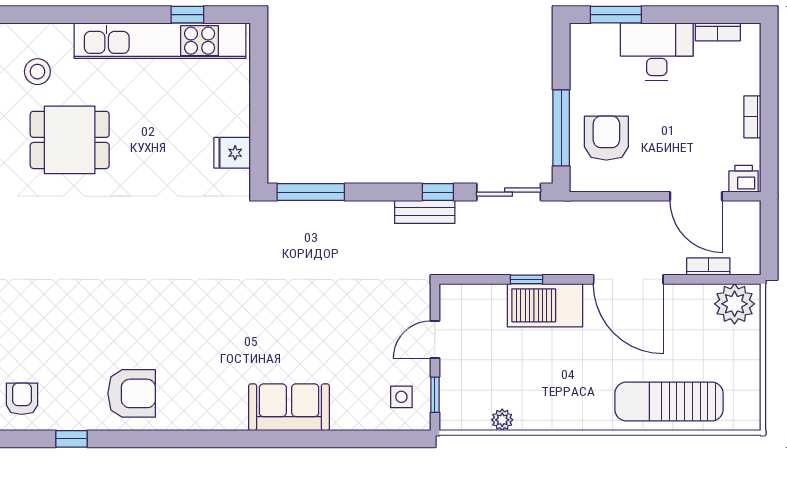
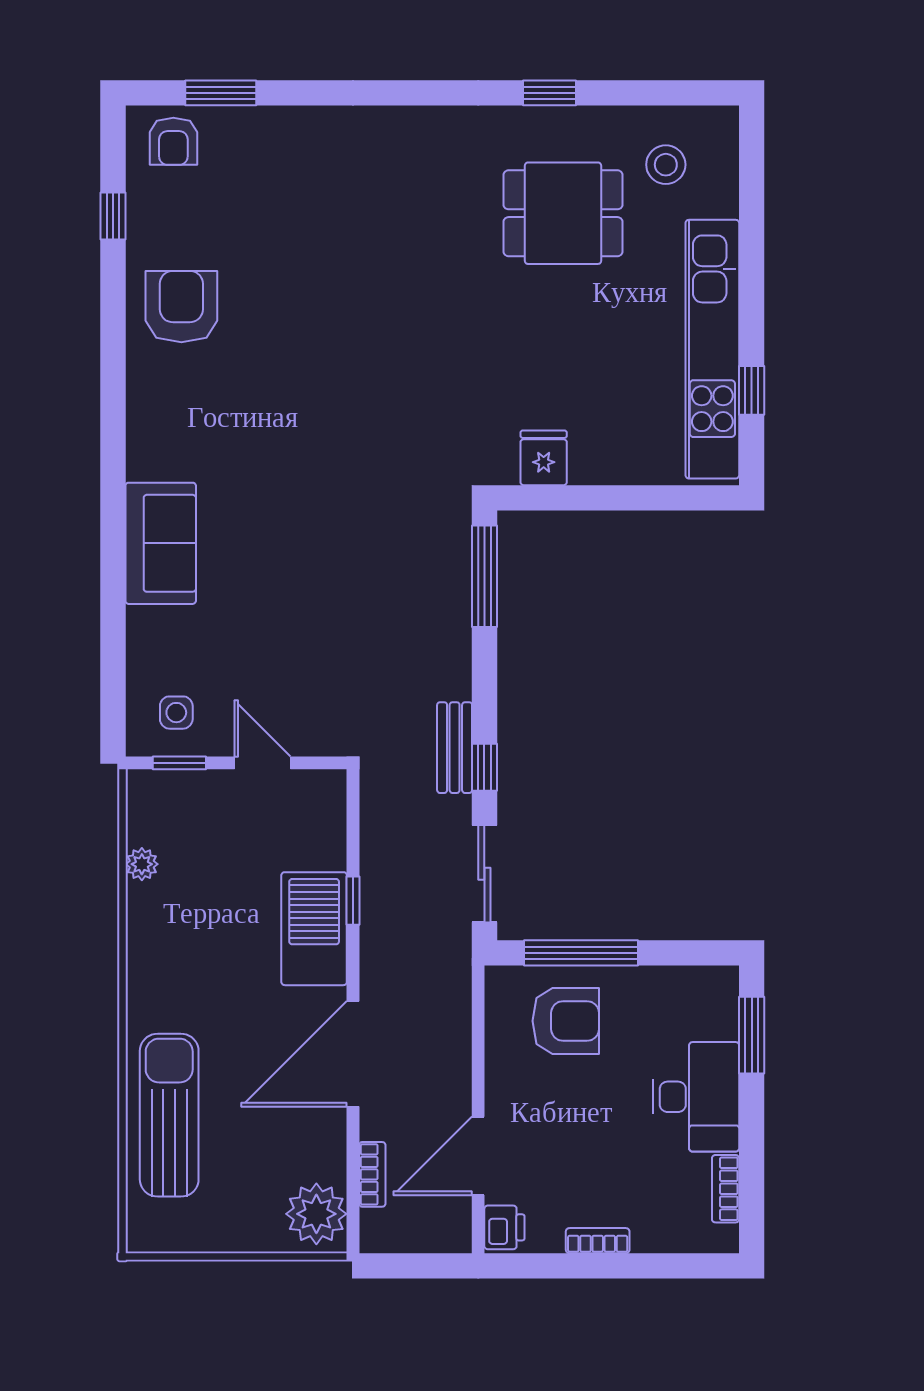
dining table: (70, 140) -> (563, 213), turned 90
armchair: (132, 393) -> (181, 307), turned 180
armchair: (22, 399) -> (173, 141), turned 90

